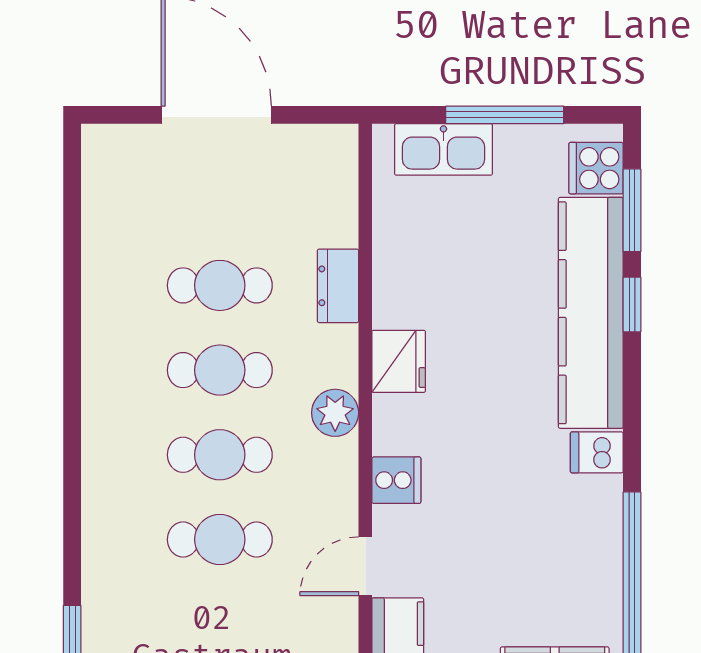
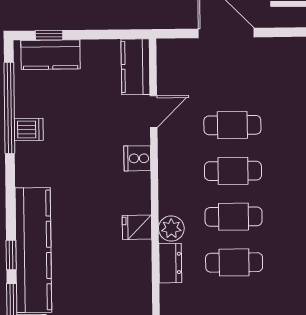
fridge: (399, 361) -> (137, 227), width x0.72
plant: (335, 413) -> (171, 228), moved
dishwasher: (597, 452) -> (29, 129), moved

